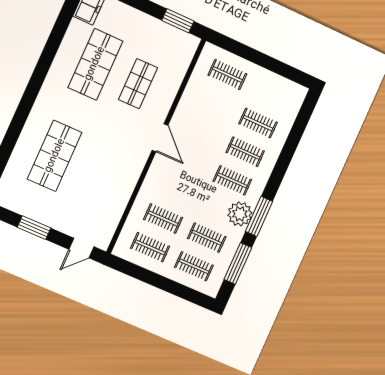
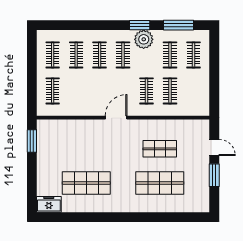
shop shelf: (138, 84) -> (160, 149), moved
clothes rail: (271, 94) -> (53, 55), added
window: (259, 216) -> (140, 25), width x0.69
clothes rail: (150, 247) -> (147, 91), moved
door: (81, 248) -> (214, 147), moved

